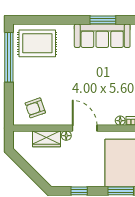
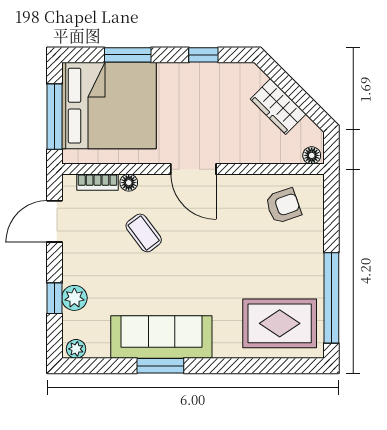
coffee table: (112, 93) -> (144, 233), added
floor lamp: (66, 136) -> (312, 155), moved
wardrobe: (47, 139) -> (278, 107), moved, turned -135

